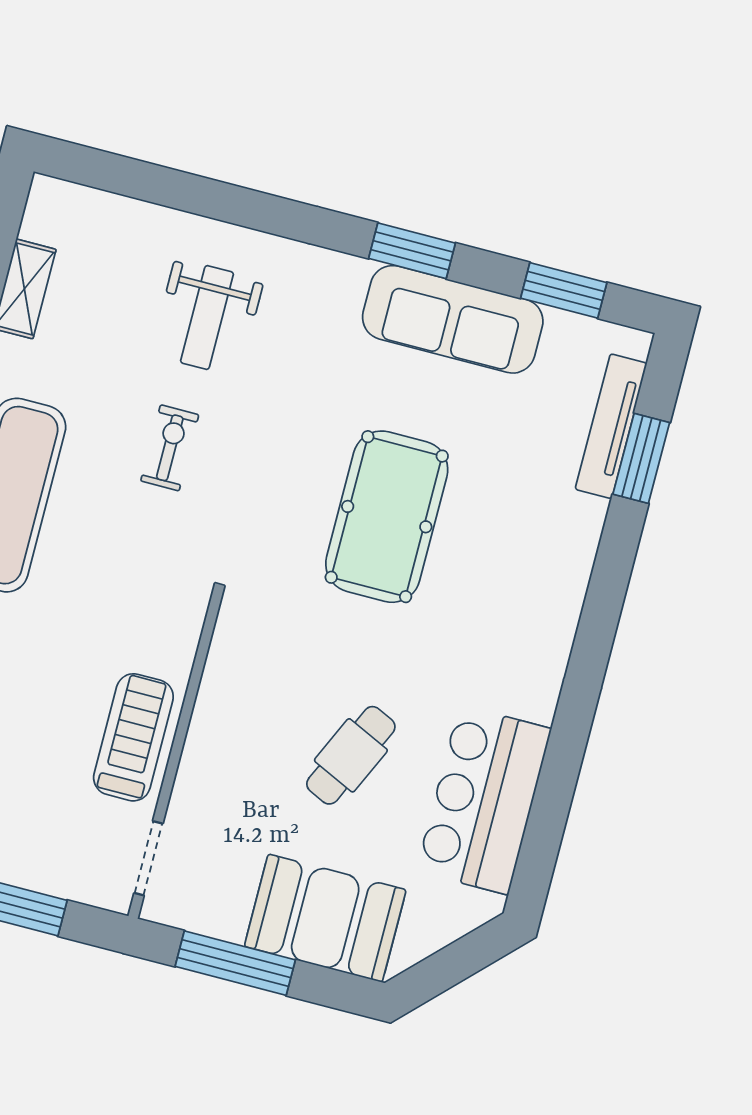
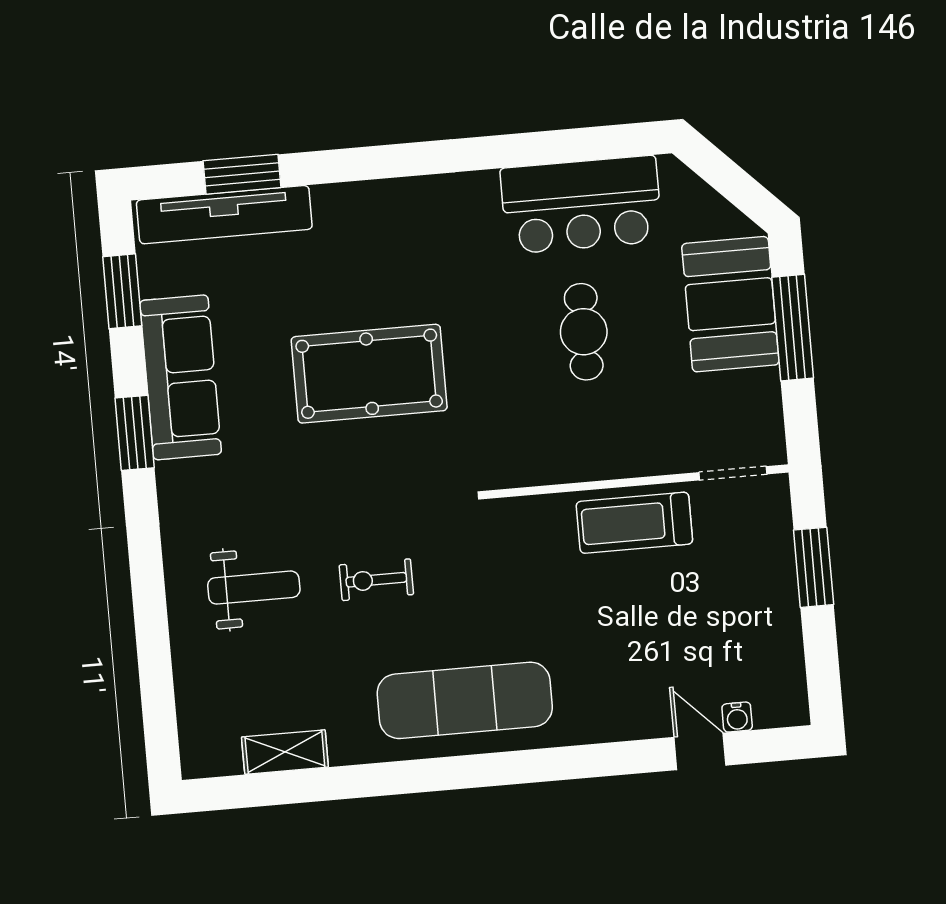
tv unit: (611, 426) -> (224, 215), width x1.36, depth x1.29
cafe table: (351, 755) -> (584, 332), turned 65
window: (235, 963) -> (793, 328), moved

